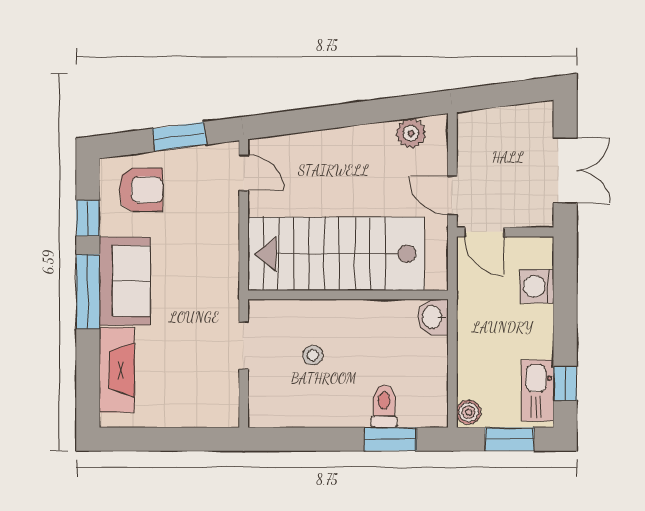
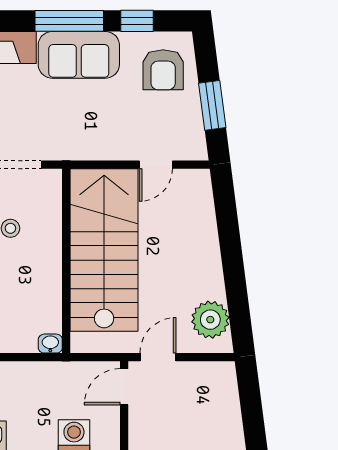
plant: (411, 133) -> (210, 320), width x1.36, depth x1.36
door: (244, 173) -> (156, 165), moved
washbasin: (433, 317) -> (50, 344), width x0.72, depth x0.69

